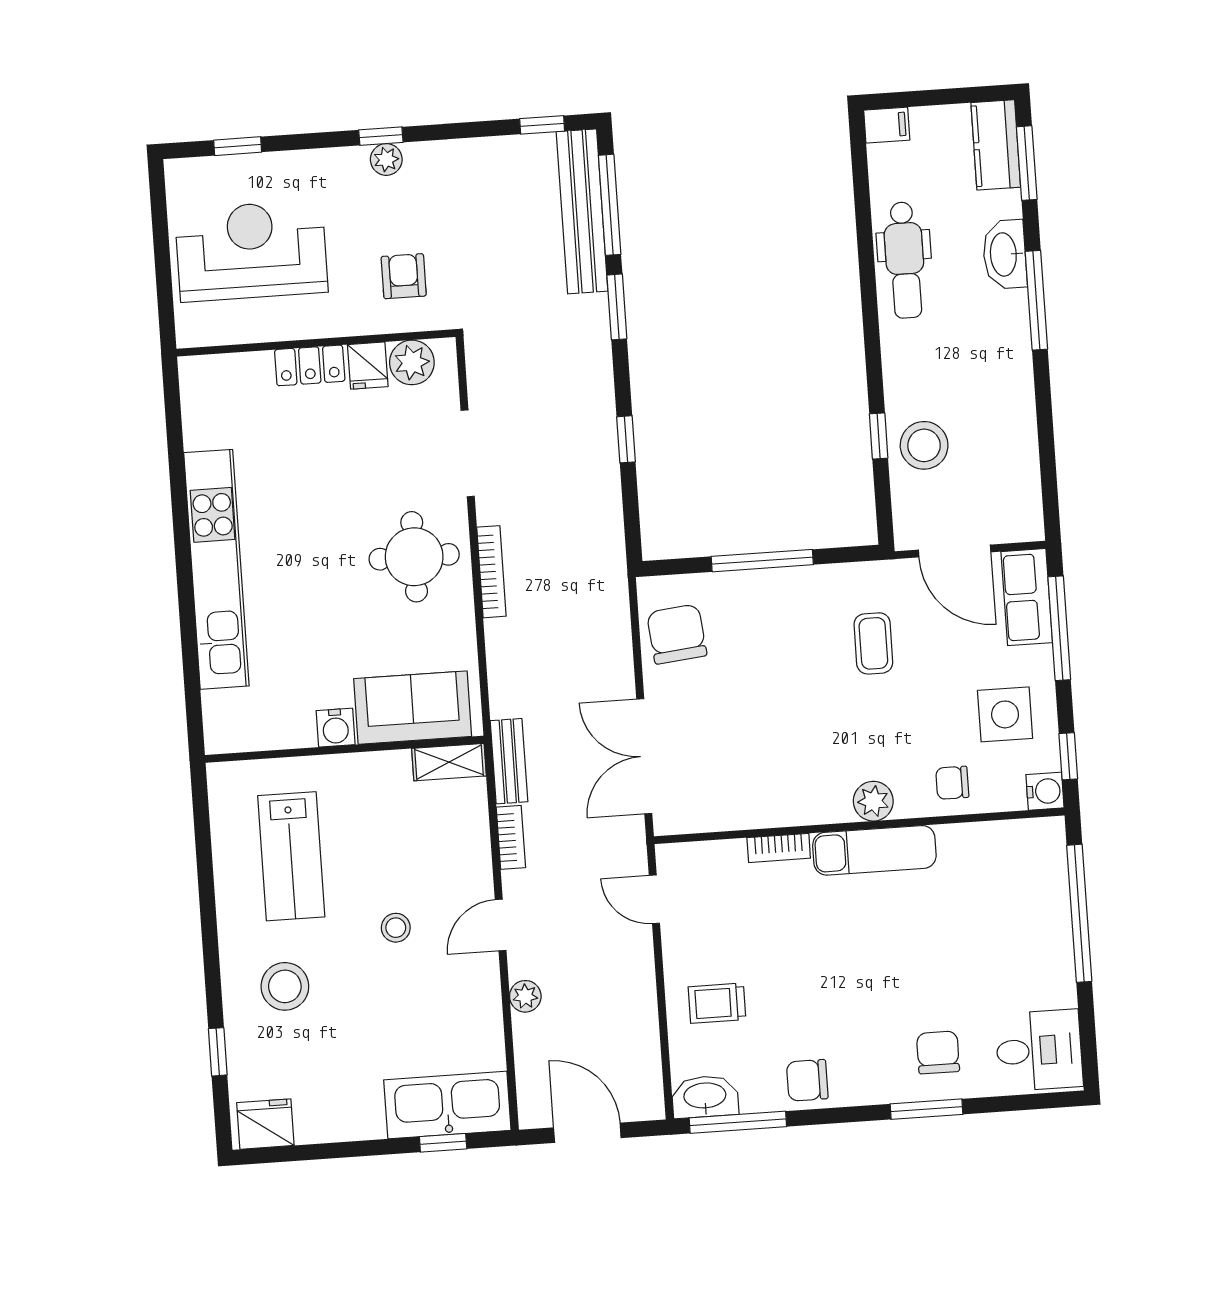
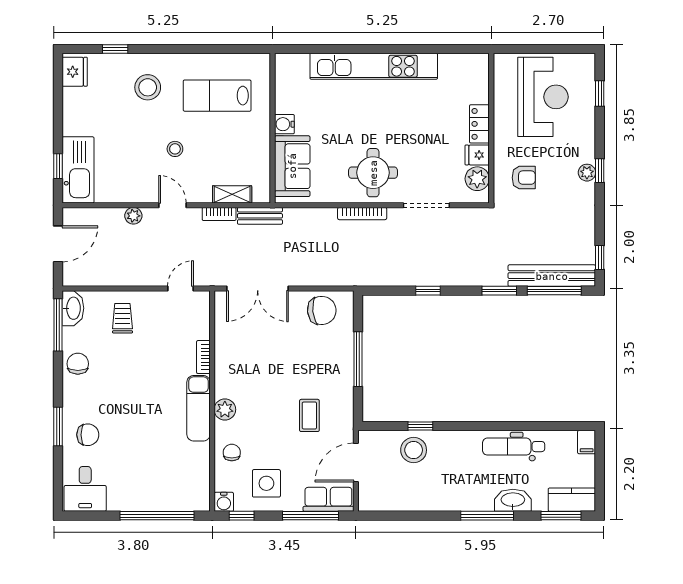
coffee table: (873, 643) -> (309, 415), turned 90
double door: (644, 756) -> (258, 289), swing flipped
shelving: (449, 762) -> (232, 194), moved, turned 90

